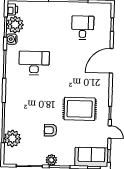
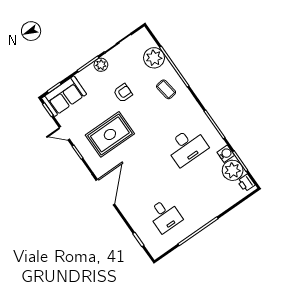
door: (111, 61) -> (105, 192), moved
coffee table: (20, 111) -> (166, 89), added

